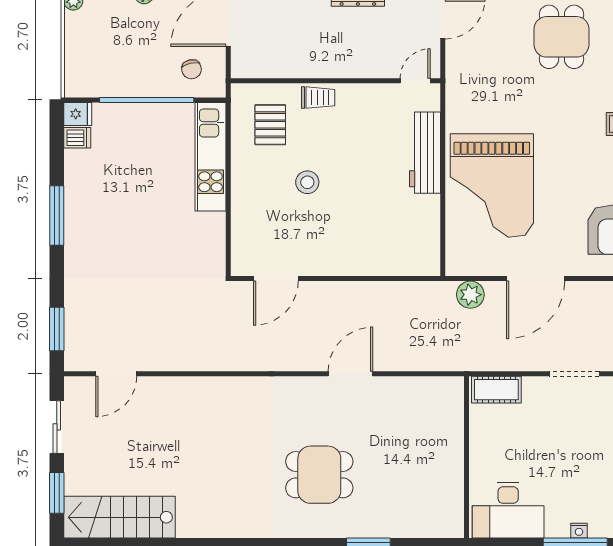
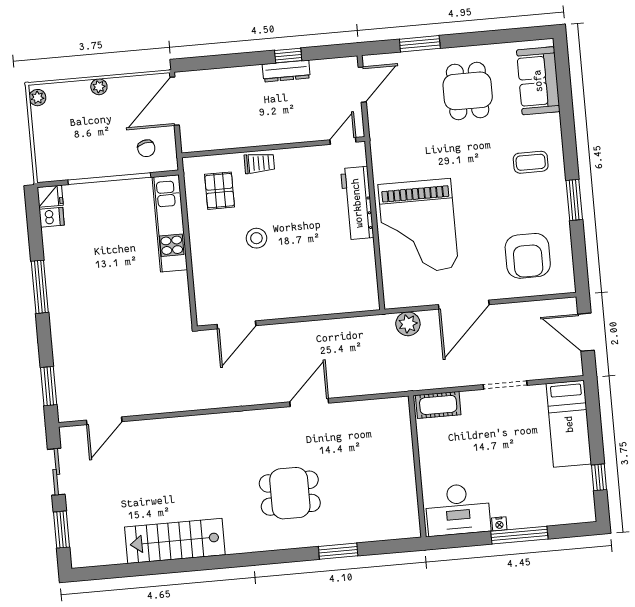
stairs: (120, 517) -> (175, 541), moved
nightstand: (579, 531) -> (499, 524), moved

